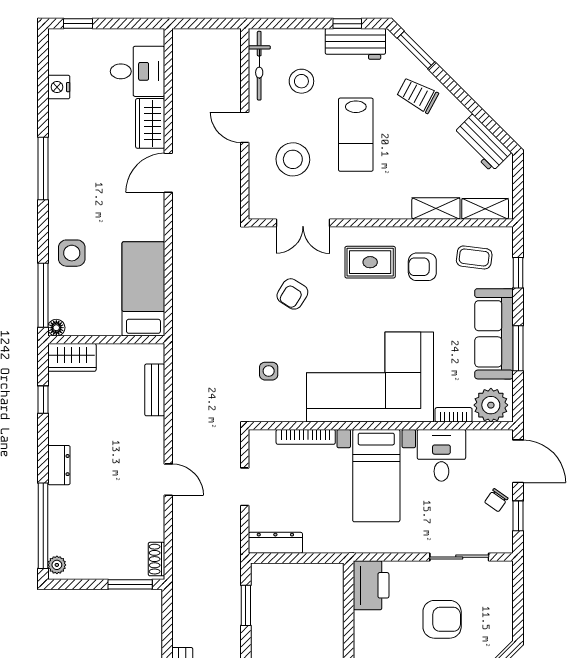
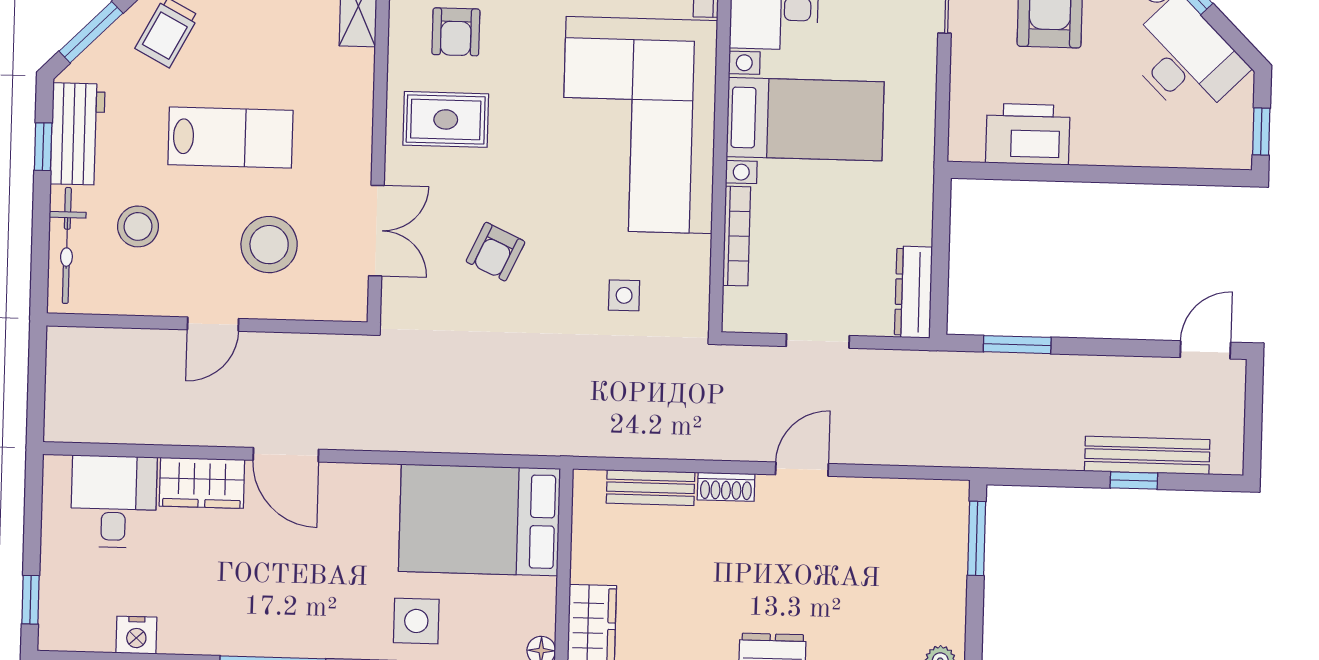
bicycle: (259, 66) -> (67, 245), moved, turned 90
rug: (370, 262) -> (446, 119), turned 90
bed: (143, 289) -> (480, 520), width x1.50
armchair: (292, 294) -> (495, 252), turned 83
shoe rack: (157, 559) -> (726, 487), moved
printer: (371, 585) -> (1028, 134), moved

